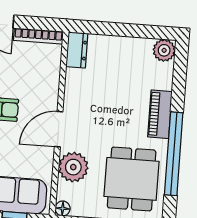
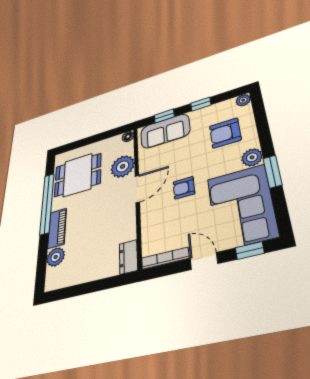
plant: (164, 50) -> (56, 257), moved
dining table: (132, 179) -> (78, 175), turned 90

